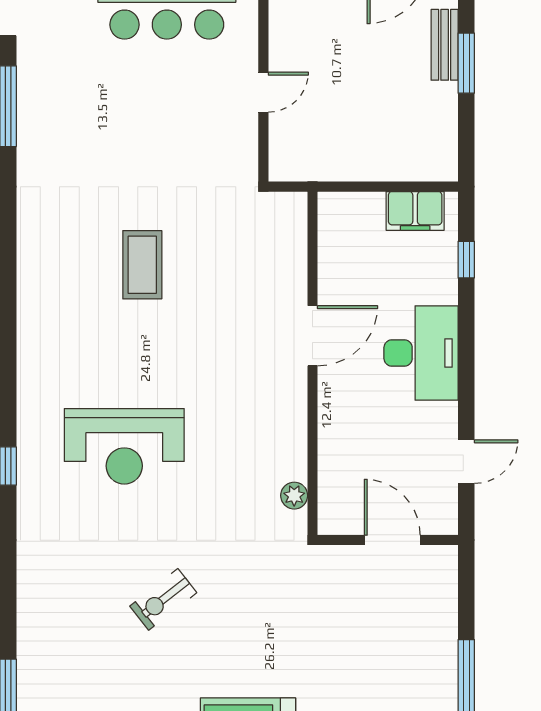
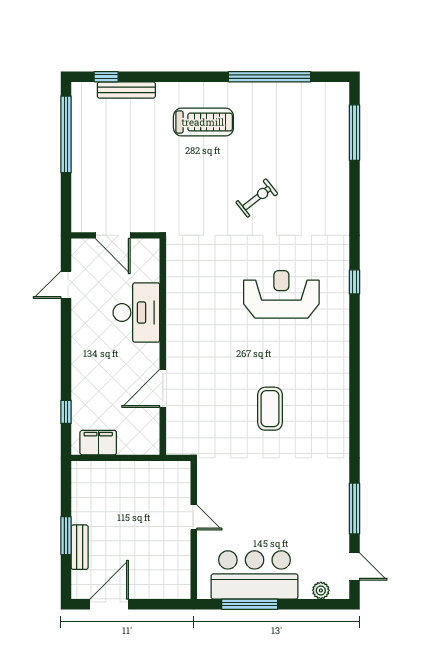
door: (263, 92) -> (194, 517), swing flipped
door: (312, 336) -> (163, 388), moved
desk: (421, 353) -> (136, 313), moved, turned 180
plant: (294, 496) -> (174, 263), removed

